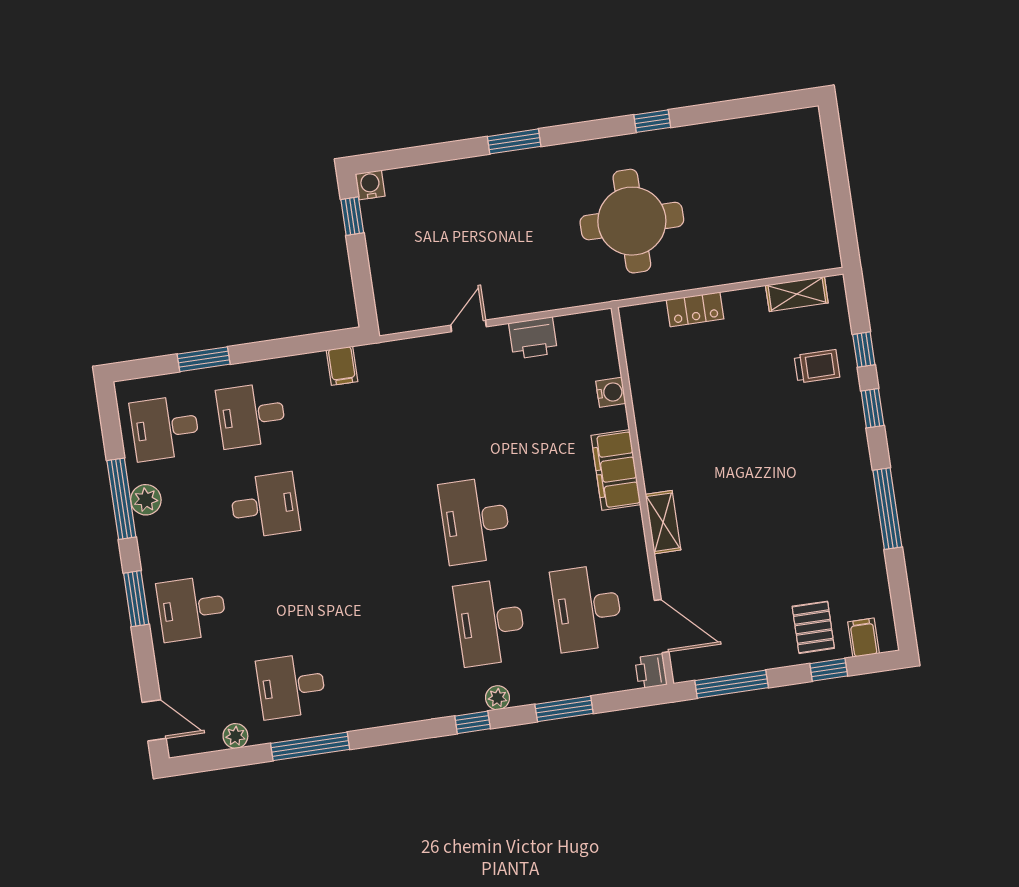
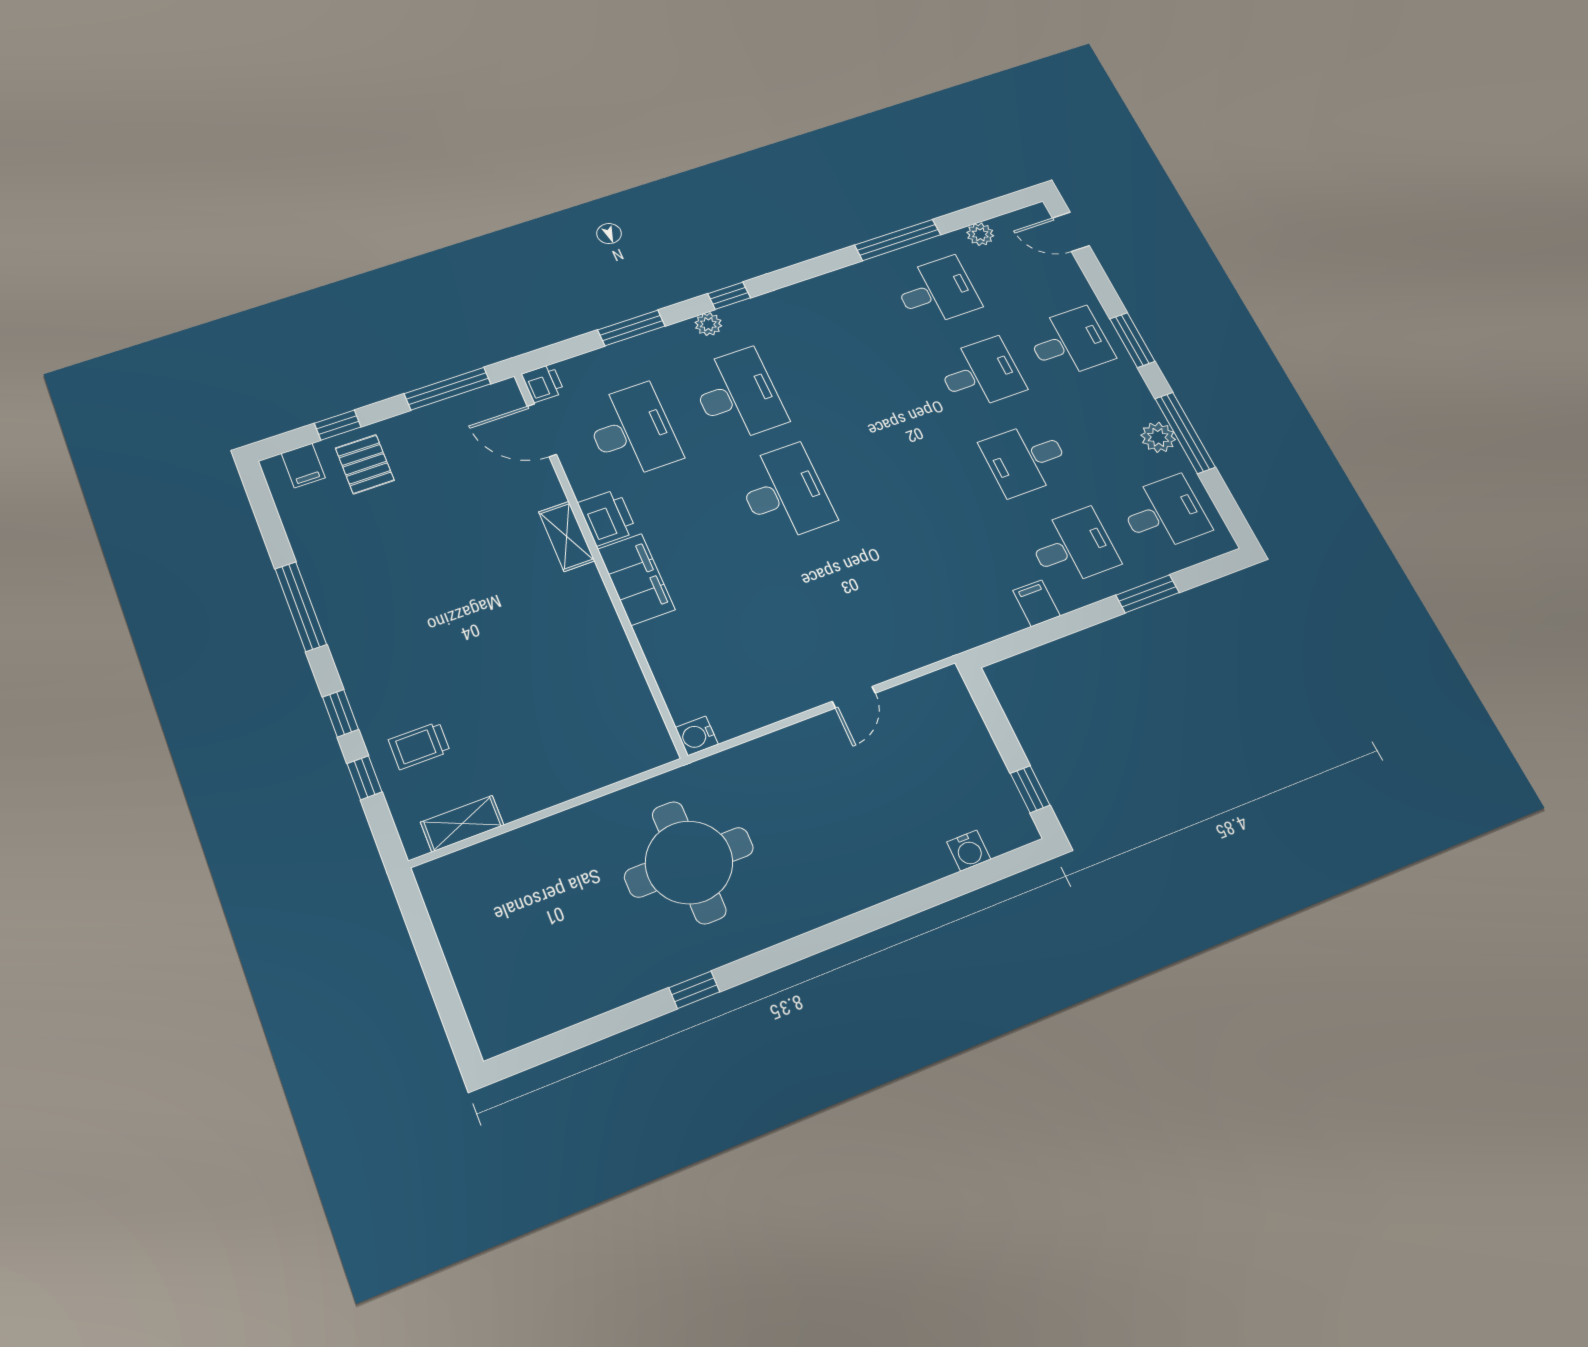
window: (514, 141) -> (861, 923), removed
water cooler: (370, 185) -> (969, 851), moved
locker: (695, 309) -> (585, 777), removed
printer: (533, 338) -> (607, 517), moved, turned 90
filing cabinet: (342, 366) -> (1037, 603), moved
water cooler: (611, 392) -> (697, 736), moved
desk: (278, 596) -> (981, 374), added

